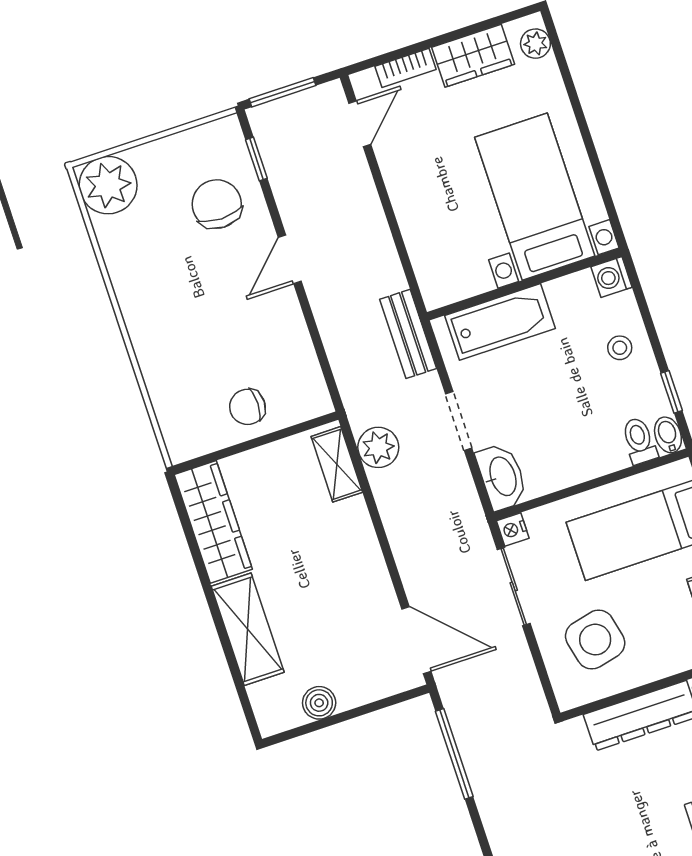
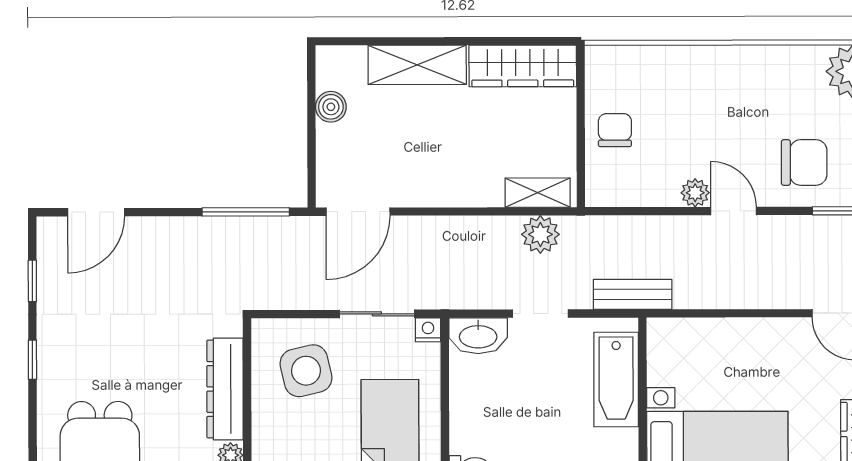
plant: (284, 304) -> (695, 193), added

